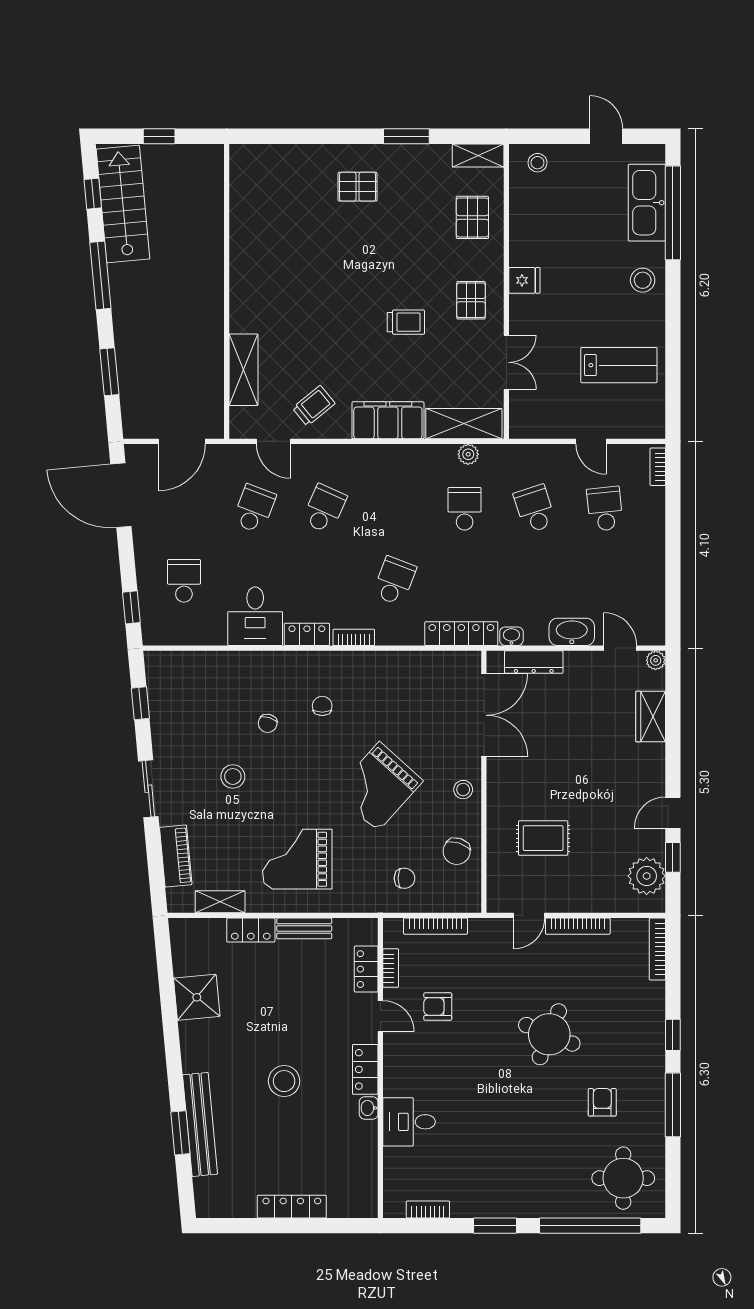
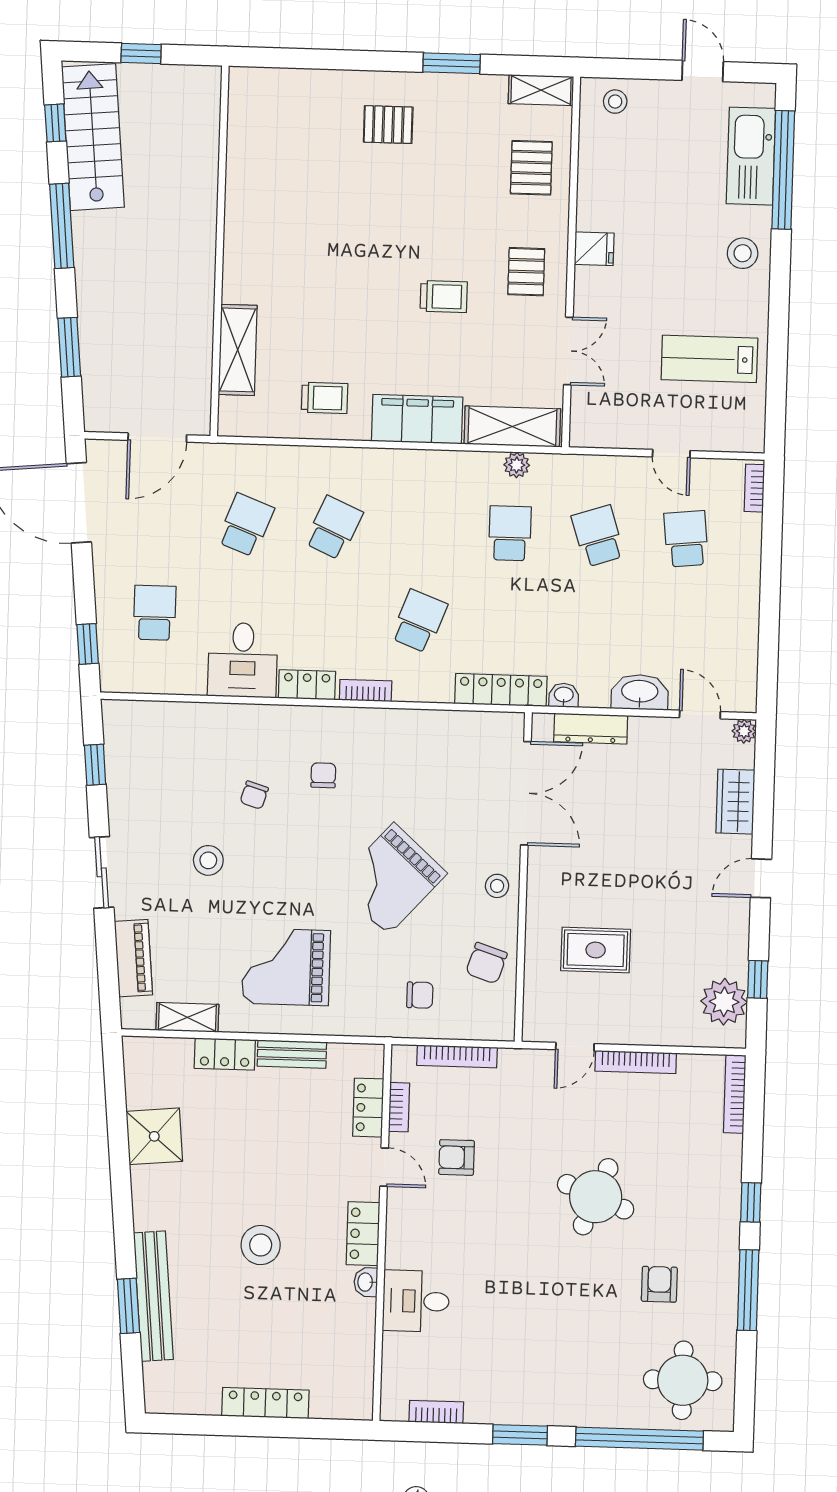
lab bench: (619, 365) -> (709, 359), turned 180
trolley: (314, 406) -> (324, 398), turned 39
door: (273, 441) -> (273, 441), removed
door: (673, 813) -> (761, 878), moved

